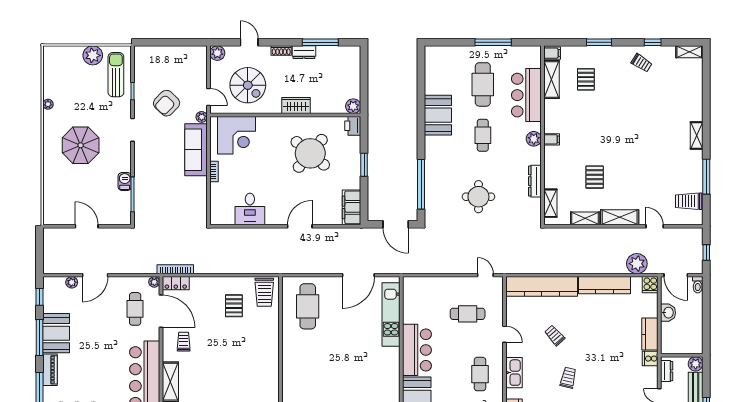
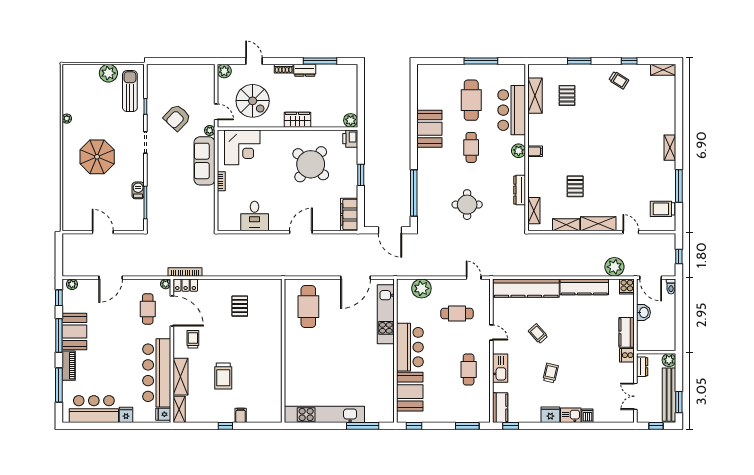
filing cabinet: (552, 53) -> (536, 71), removed
plant: (72, 282) -> (72, 284), moved
plant: (429, 287) -> (421, 288), added
trolley: (264, 292) -> (223, 376), moved

